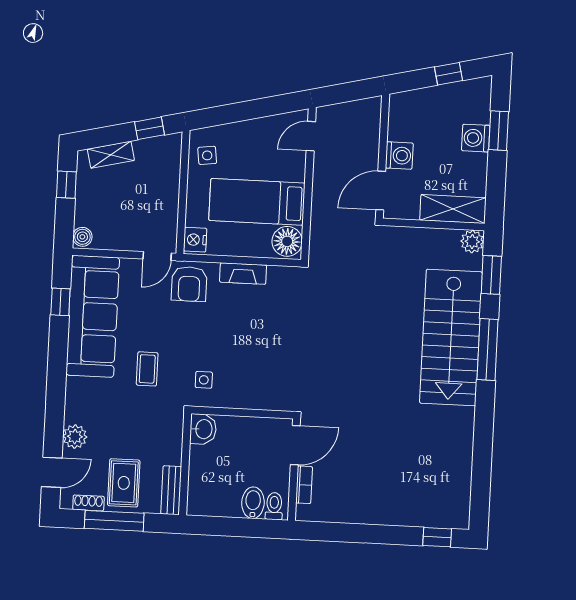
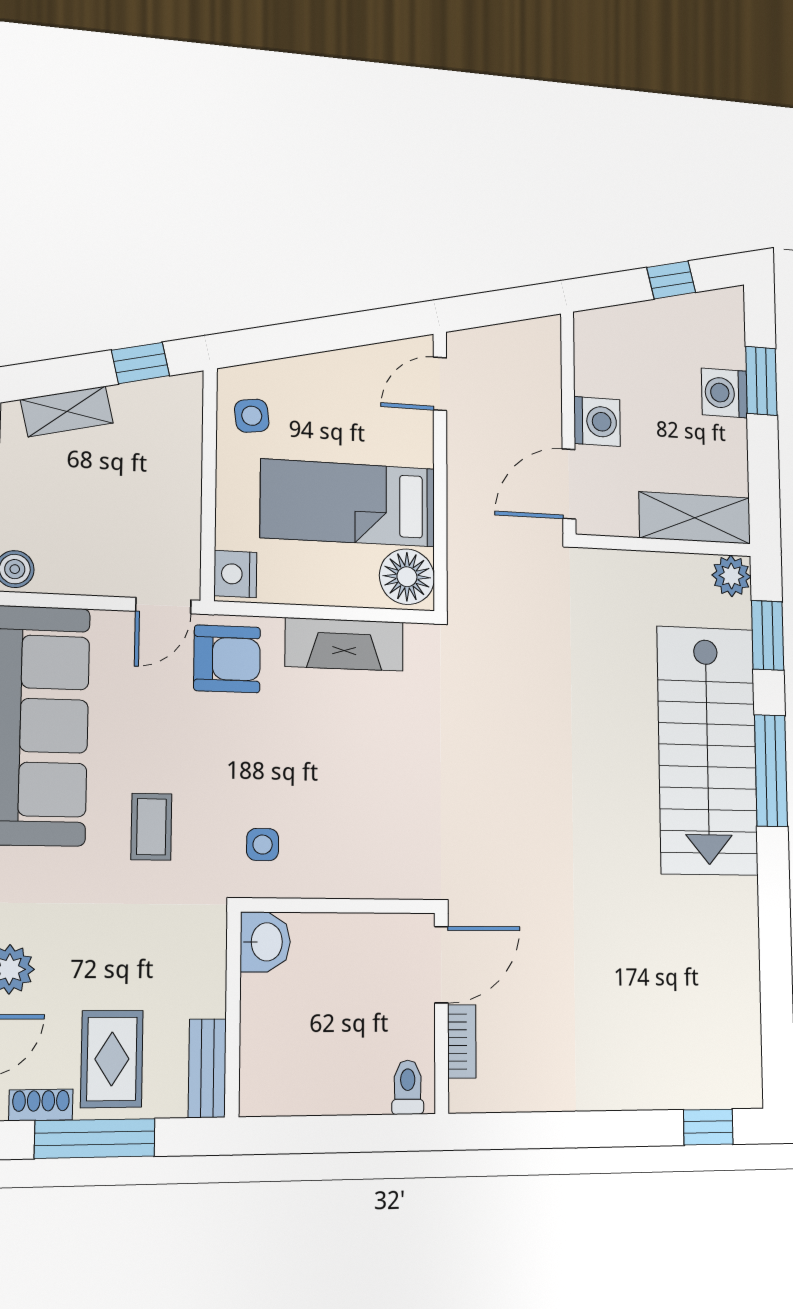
fireplace: (243, 274) -> (344, 644), width x1.37, depth x1.32
armchair: (189, 284) -> (227, 659), turned -90
bidet: (253, 503) -> (367, 1083), removed

